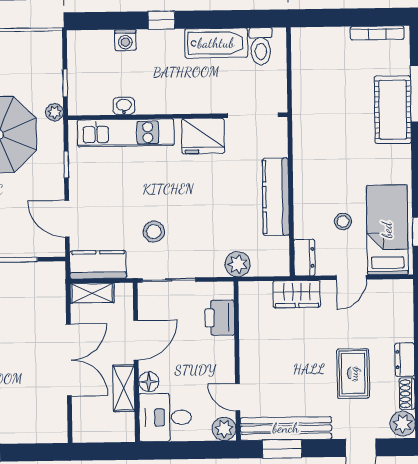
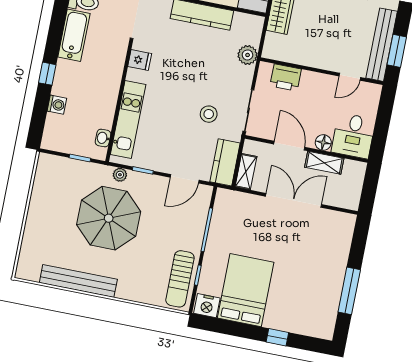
washbasin: (124, 106) -> (103, 138), moved
plant: (55, 112) -> (120, 175), moved
fridge: (203, 136) -> (140, 60), width x0.53, depth x0.75
plant: (224, 429) -> (372, 92), removed

